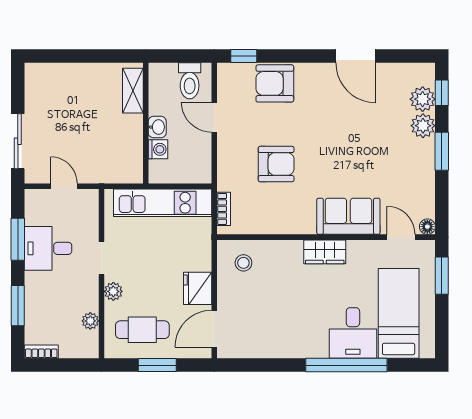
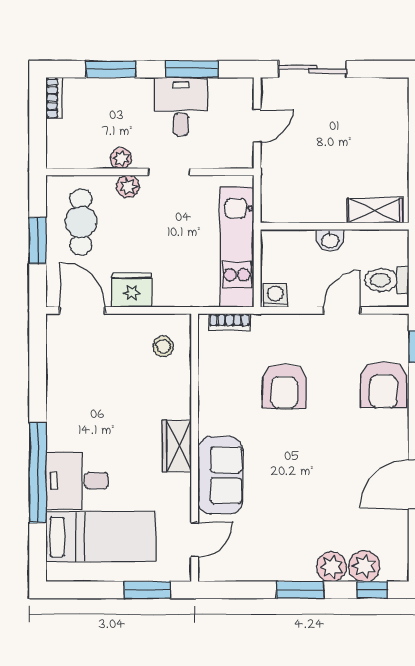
armchair: (275, 83) -> (383, 385), turned 180
washing machine: (158, 149) -> (275, 295), moved, turned 180
floor lamp: (427, 227) -> (208, 572), removed
plant: (90, 321) -> (121, 158), moved

